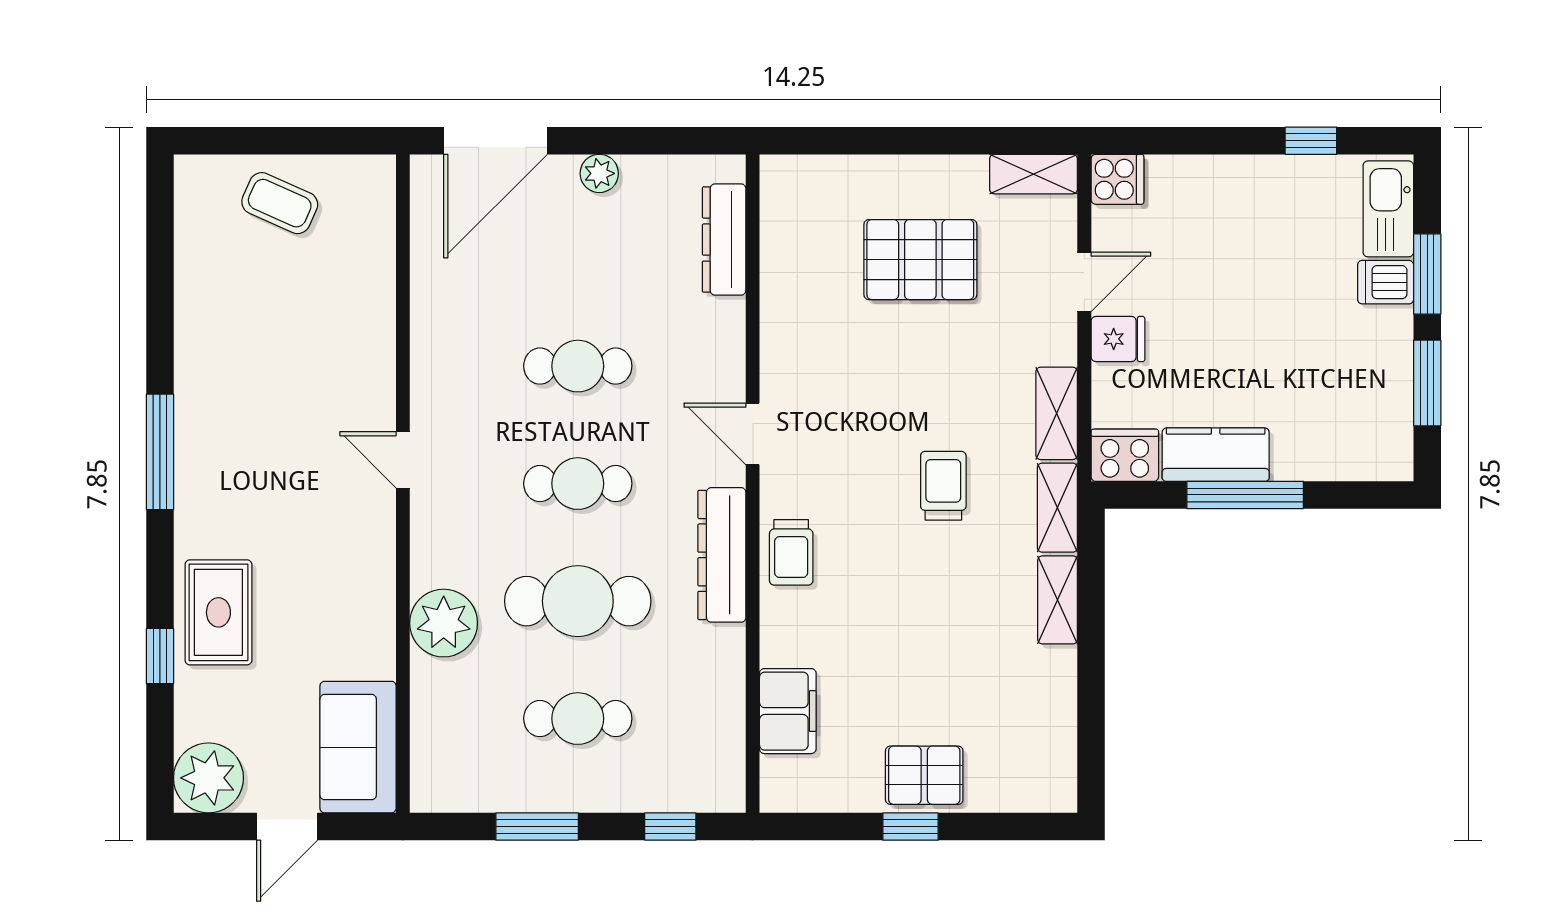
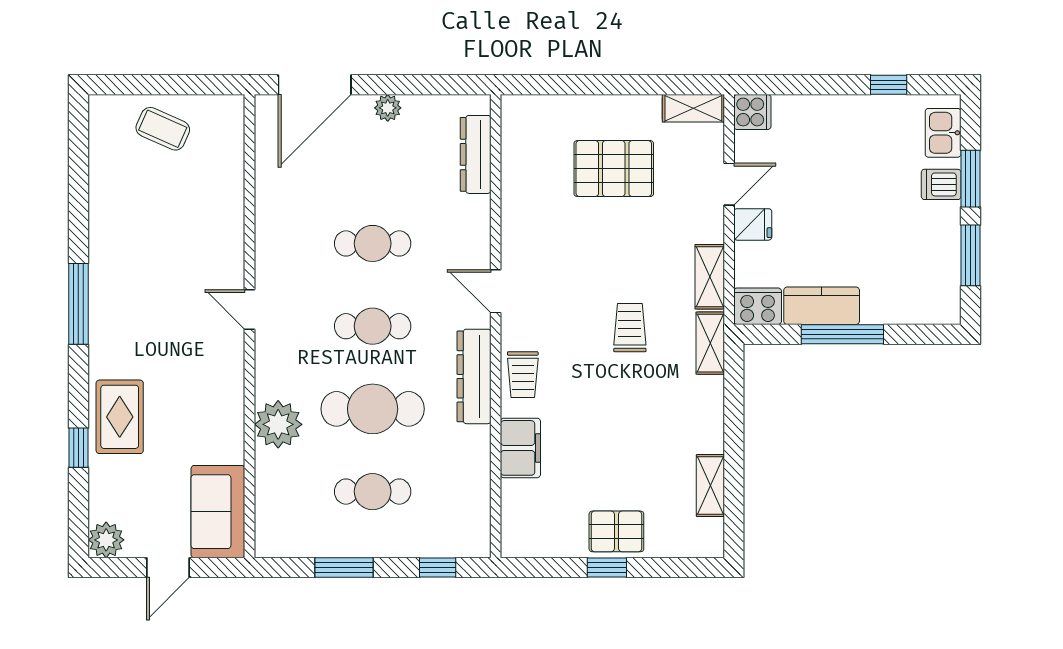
kitchen sink: (1388, 209) -> (943, 133), width x0.73
shelving: (1058, 600) -> (710, 486), moved
filing cabinet: (788, 711) -> (520, 448), moved
plant: (208, 778) -> (106, 540), width x0.73, depth x0.73

